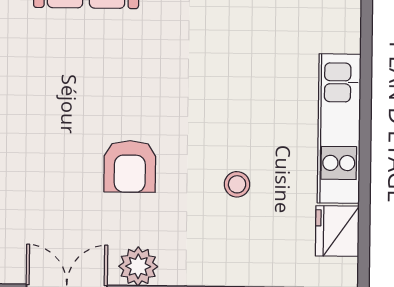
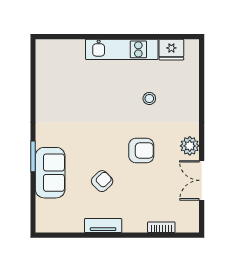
armchair: (68, 85) -> (102, 181), added

